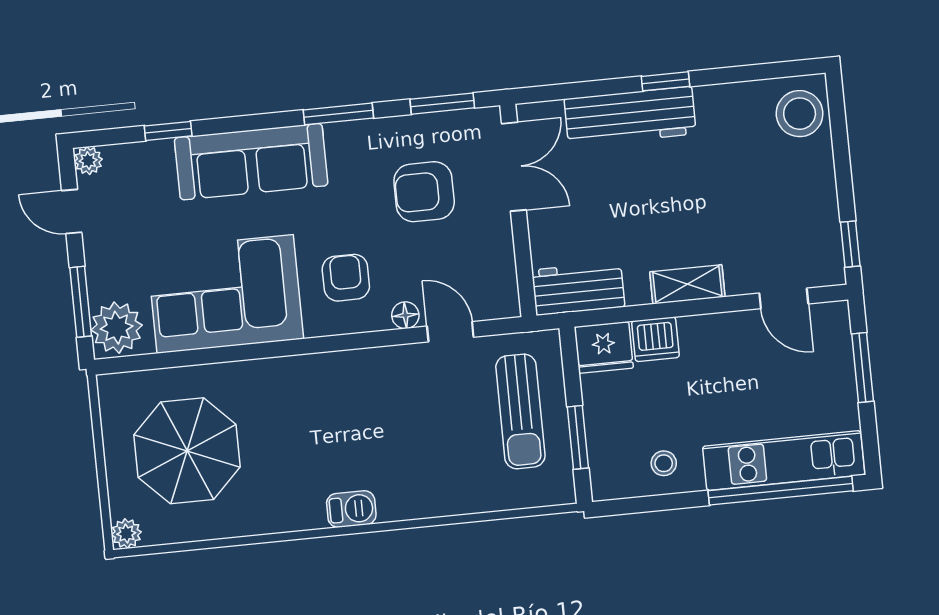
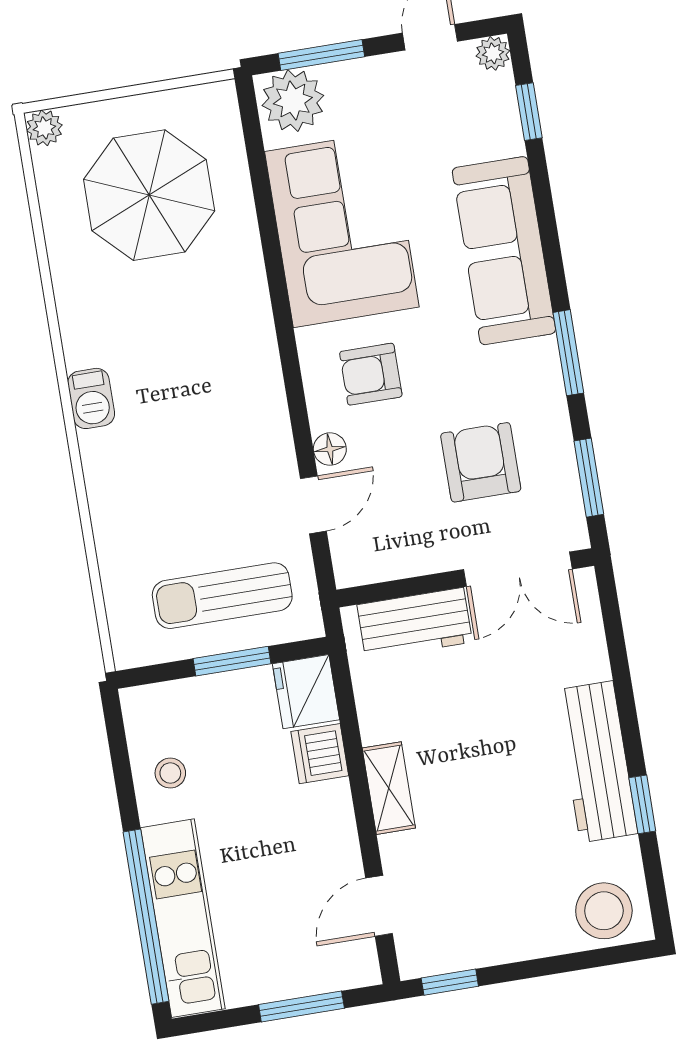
window: (665, 81) -> (642, 804), moved
workbench: (630, 116) -> (597, 762), moved
window: (168, 131) -> (529, 112), moved
armchair: (346, 278) -> (371, 374), turned 180
workbench: (578, 288) -> (415, 623), moved, turned 90
window: (578, 437) -> (232, 661), moved

